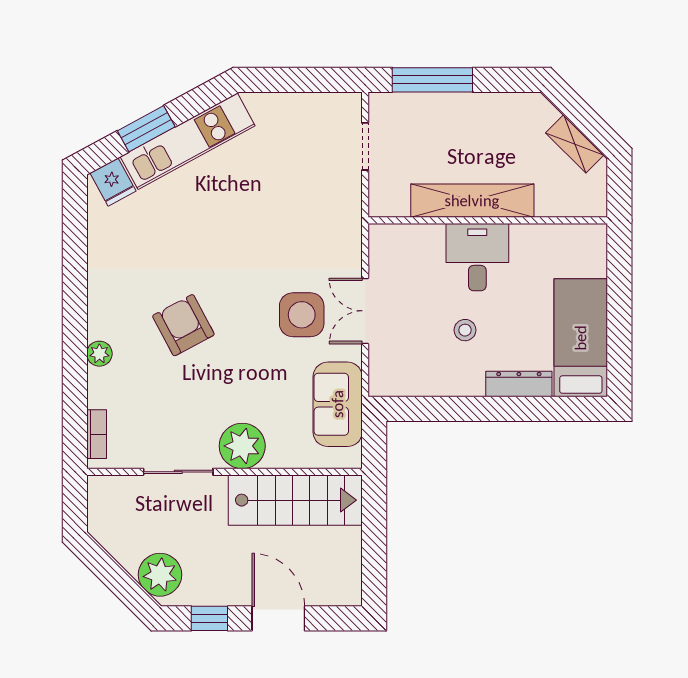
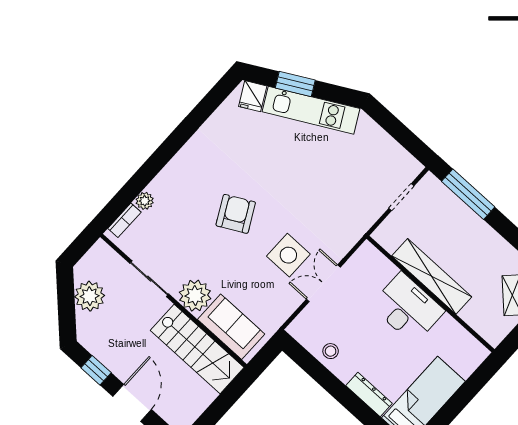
desk: (477, 257) -> (408, 308), width x1.37
armchair: (183, 325) -> (236, 214), moved
stool: (465, 330) -> (331, 351), moved
plant: (99, 354) -> (145, 201), moved
sofa: (338, 404) -> (231, 327), moved, turned 90
plant: (160, 575) -> (90, 296), moved

